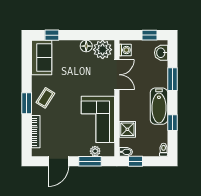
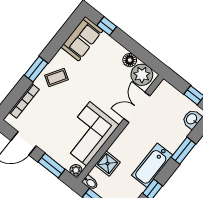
washing machine: (125, 50) -> (162, 91), removed
double door: (117, 75) -> (137, 107), swing flipped
plant: (95, 151) -> (76, 170), moved

